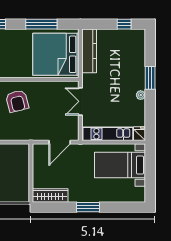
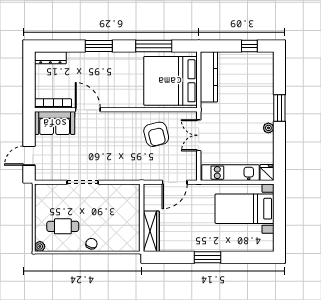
armchair: (17, 101) -> (156, 134), moved
wardrobe: (50, 195) -> (151, 231), moved, turned 90

